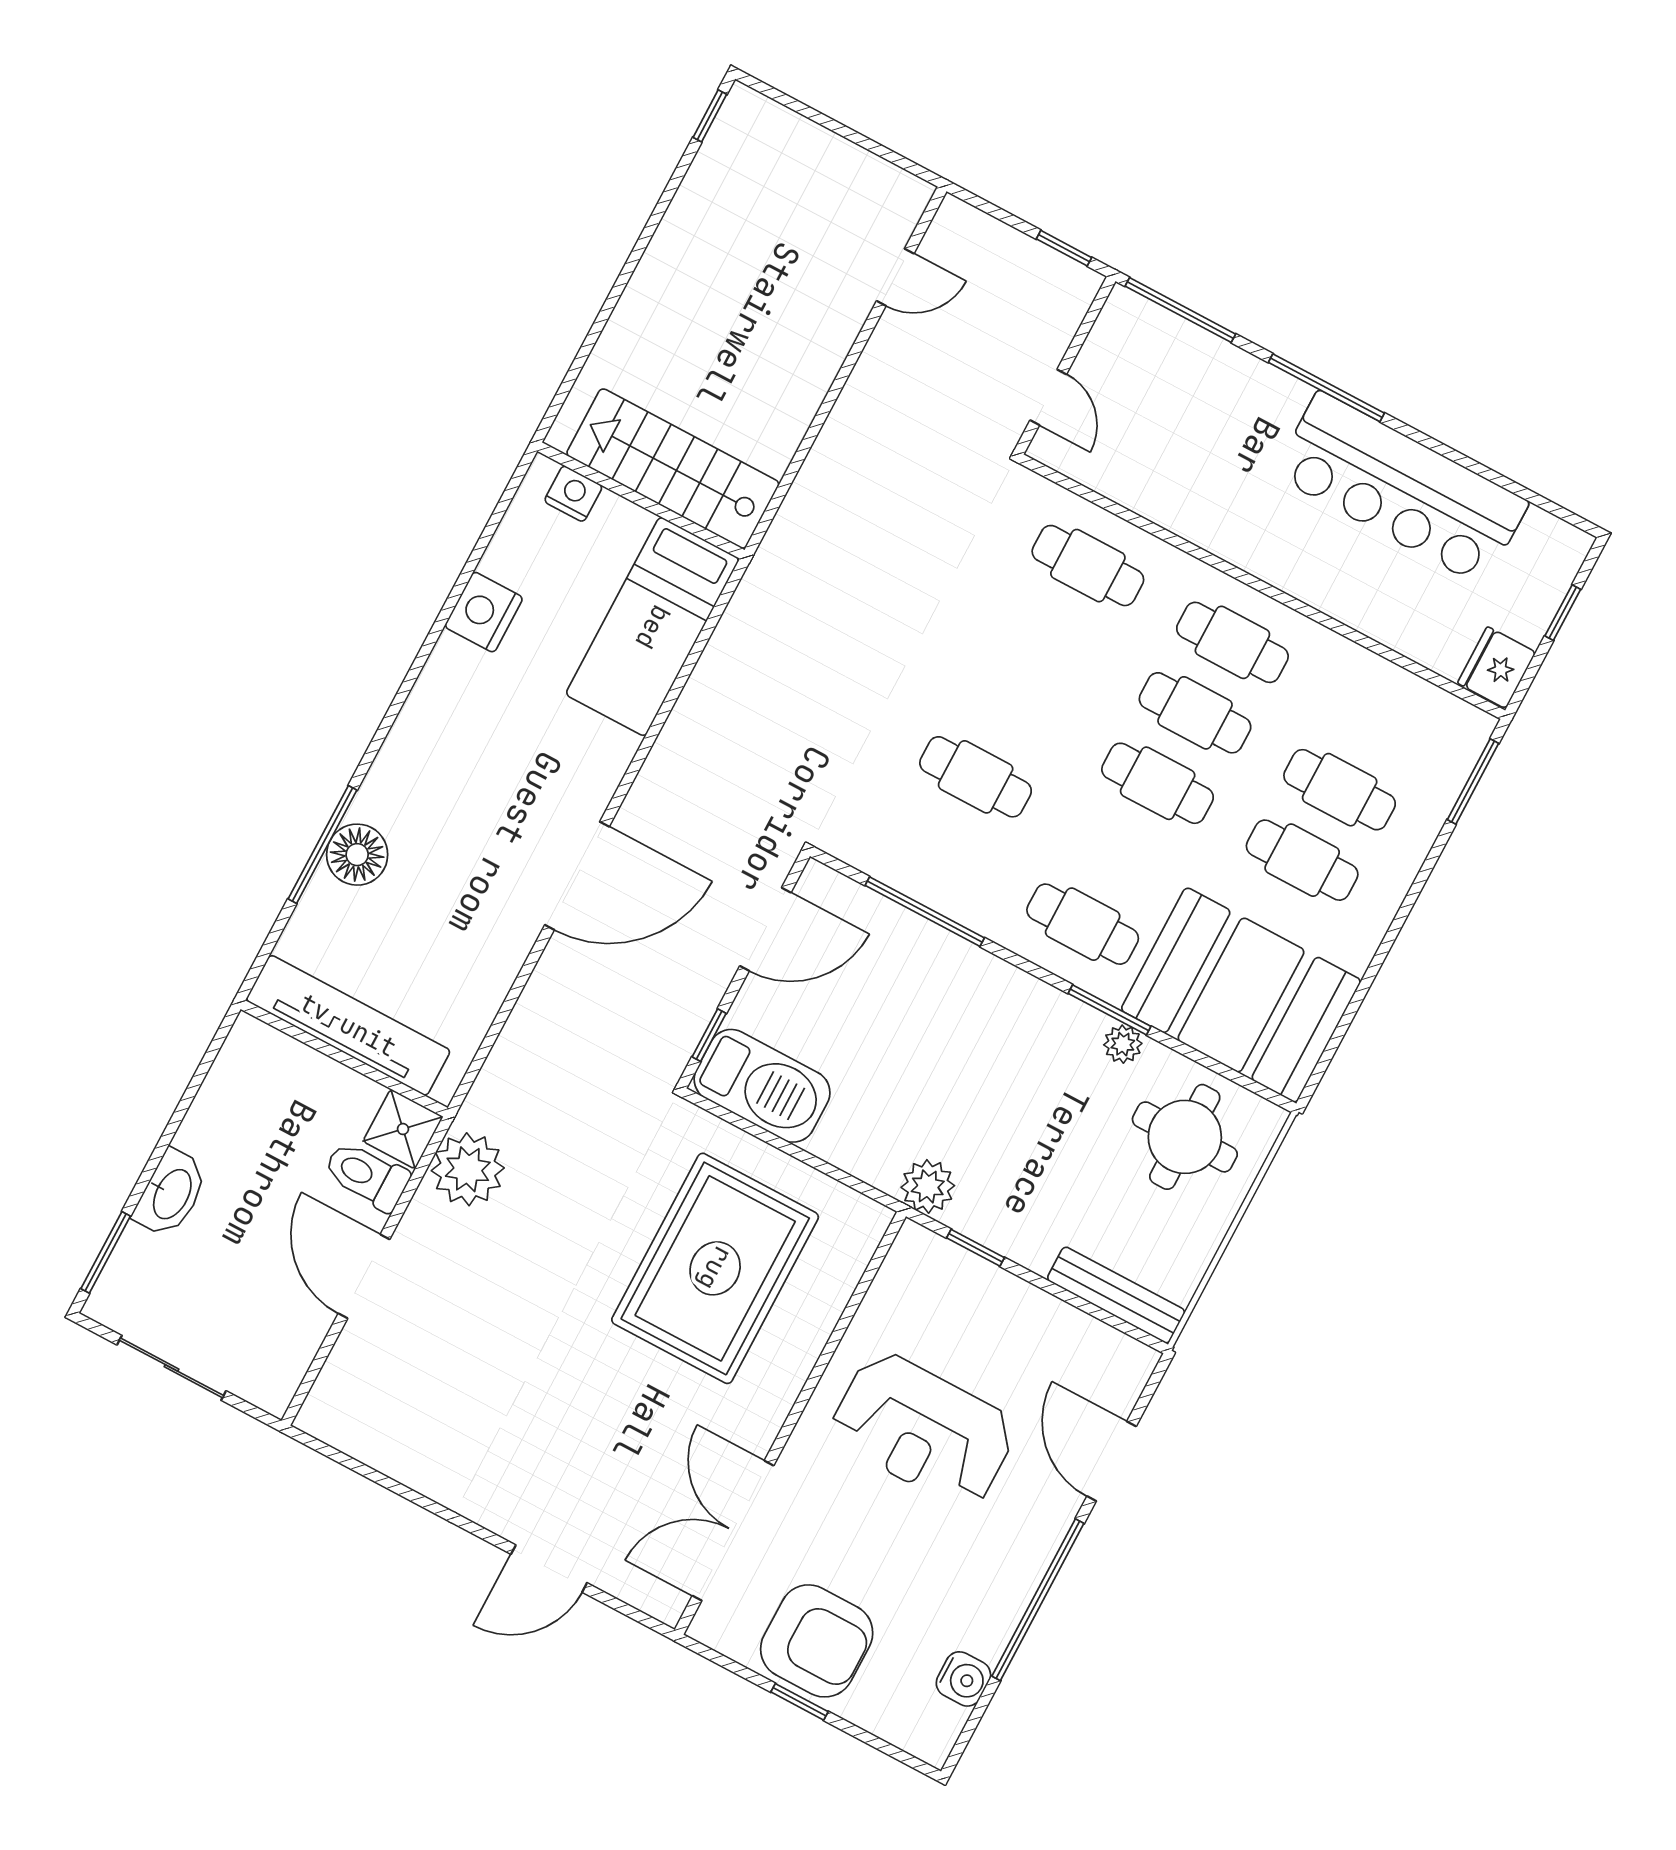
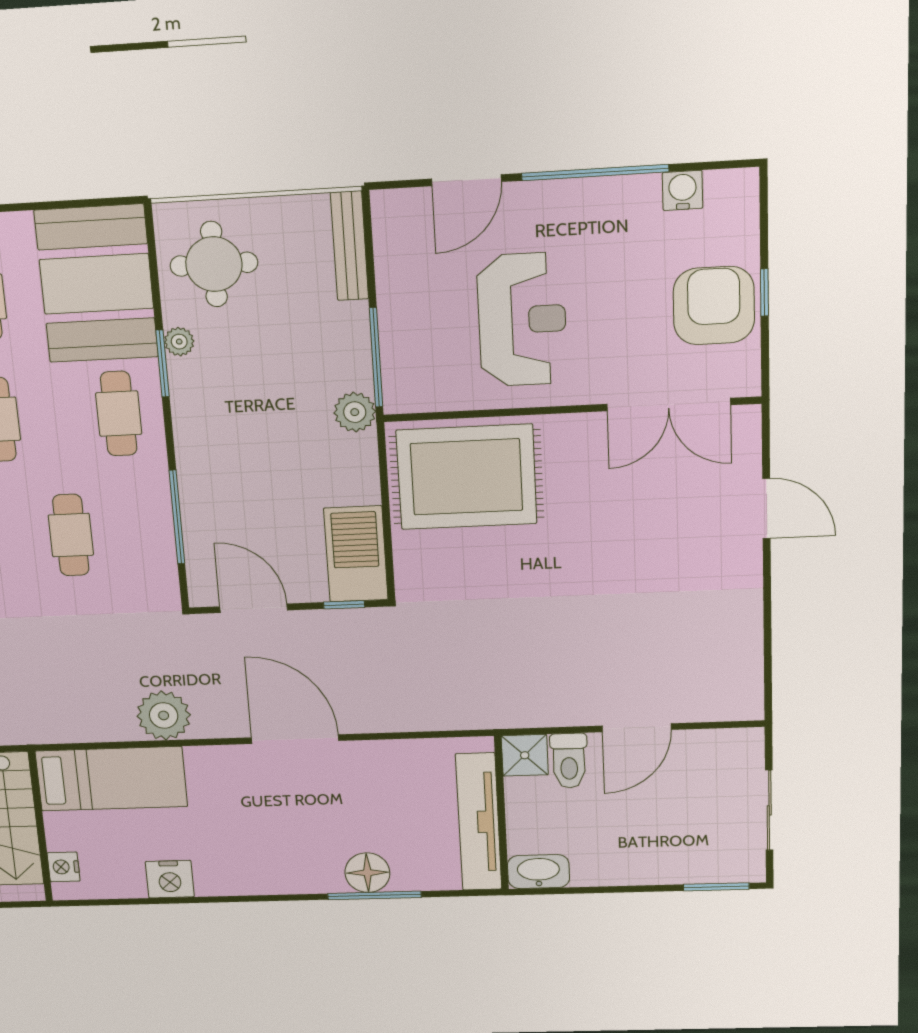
plant: (468, 1169) -> (164, 715), moved
washbasin: (171, 1193) -> (538, 872), moved
window: (976, 1248) -> (376, 358), width x2.17
rug: (715, 1268) -> (467, 477), moved

